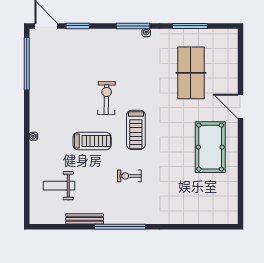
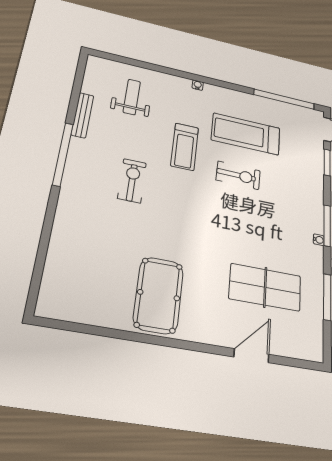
door: (241, 106) -> (251, 356), moved
treadmill: (136, 130) -> (246, 134), moved, width x1.37, depth x1.38
pool table: (210, 147) -> (159, 295), turned 90
exercise bike: (129, 176) -> (132, 181), width x1.38, depth x1.39

